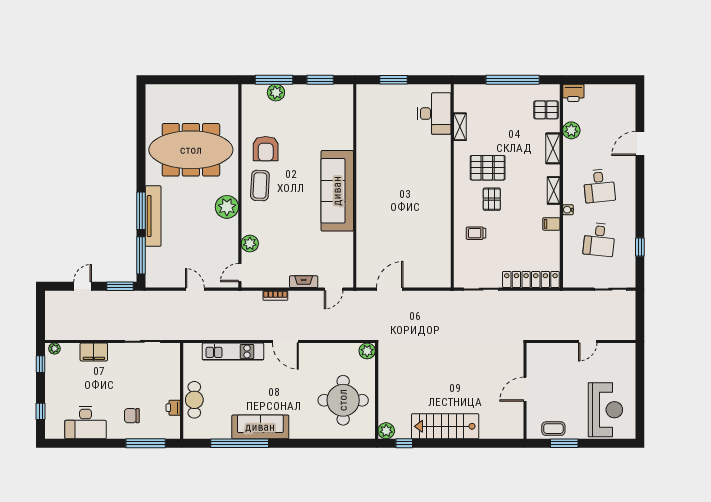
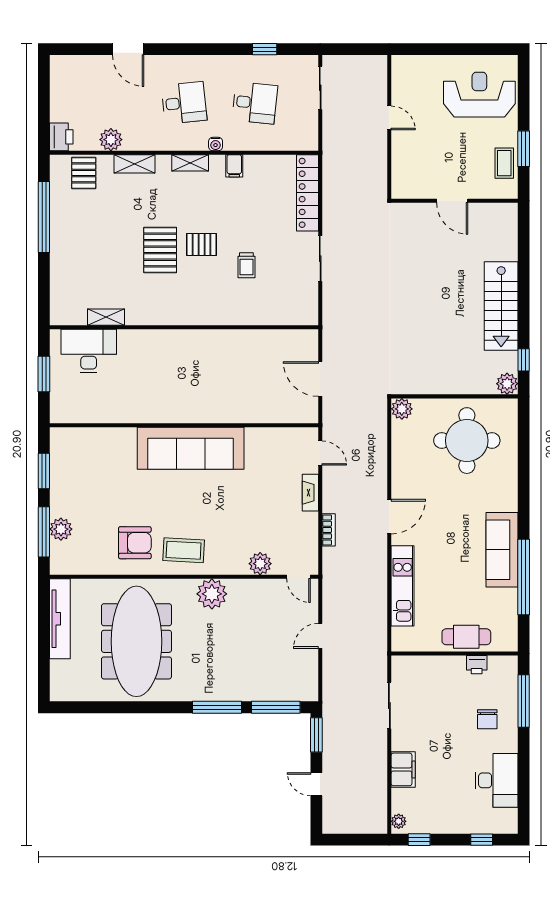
desk: (434, 114) -> (89, 351), moved
shelving: (460, 127) -> (106, 317), moved
wall: (452, 186) -> (184, 327), moved
tv unit: (153, 216) -> (60, 619), moved, turned 90

